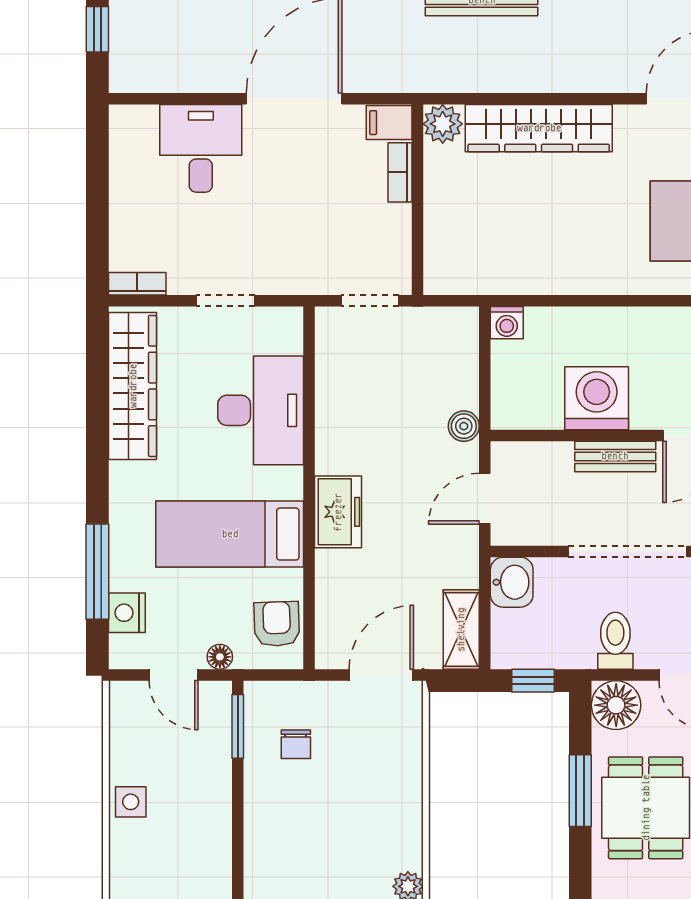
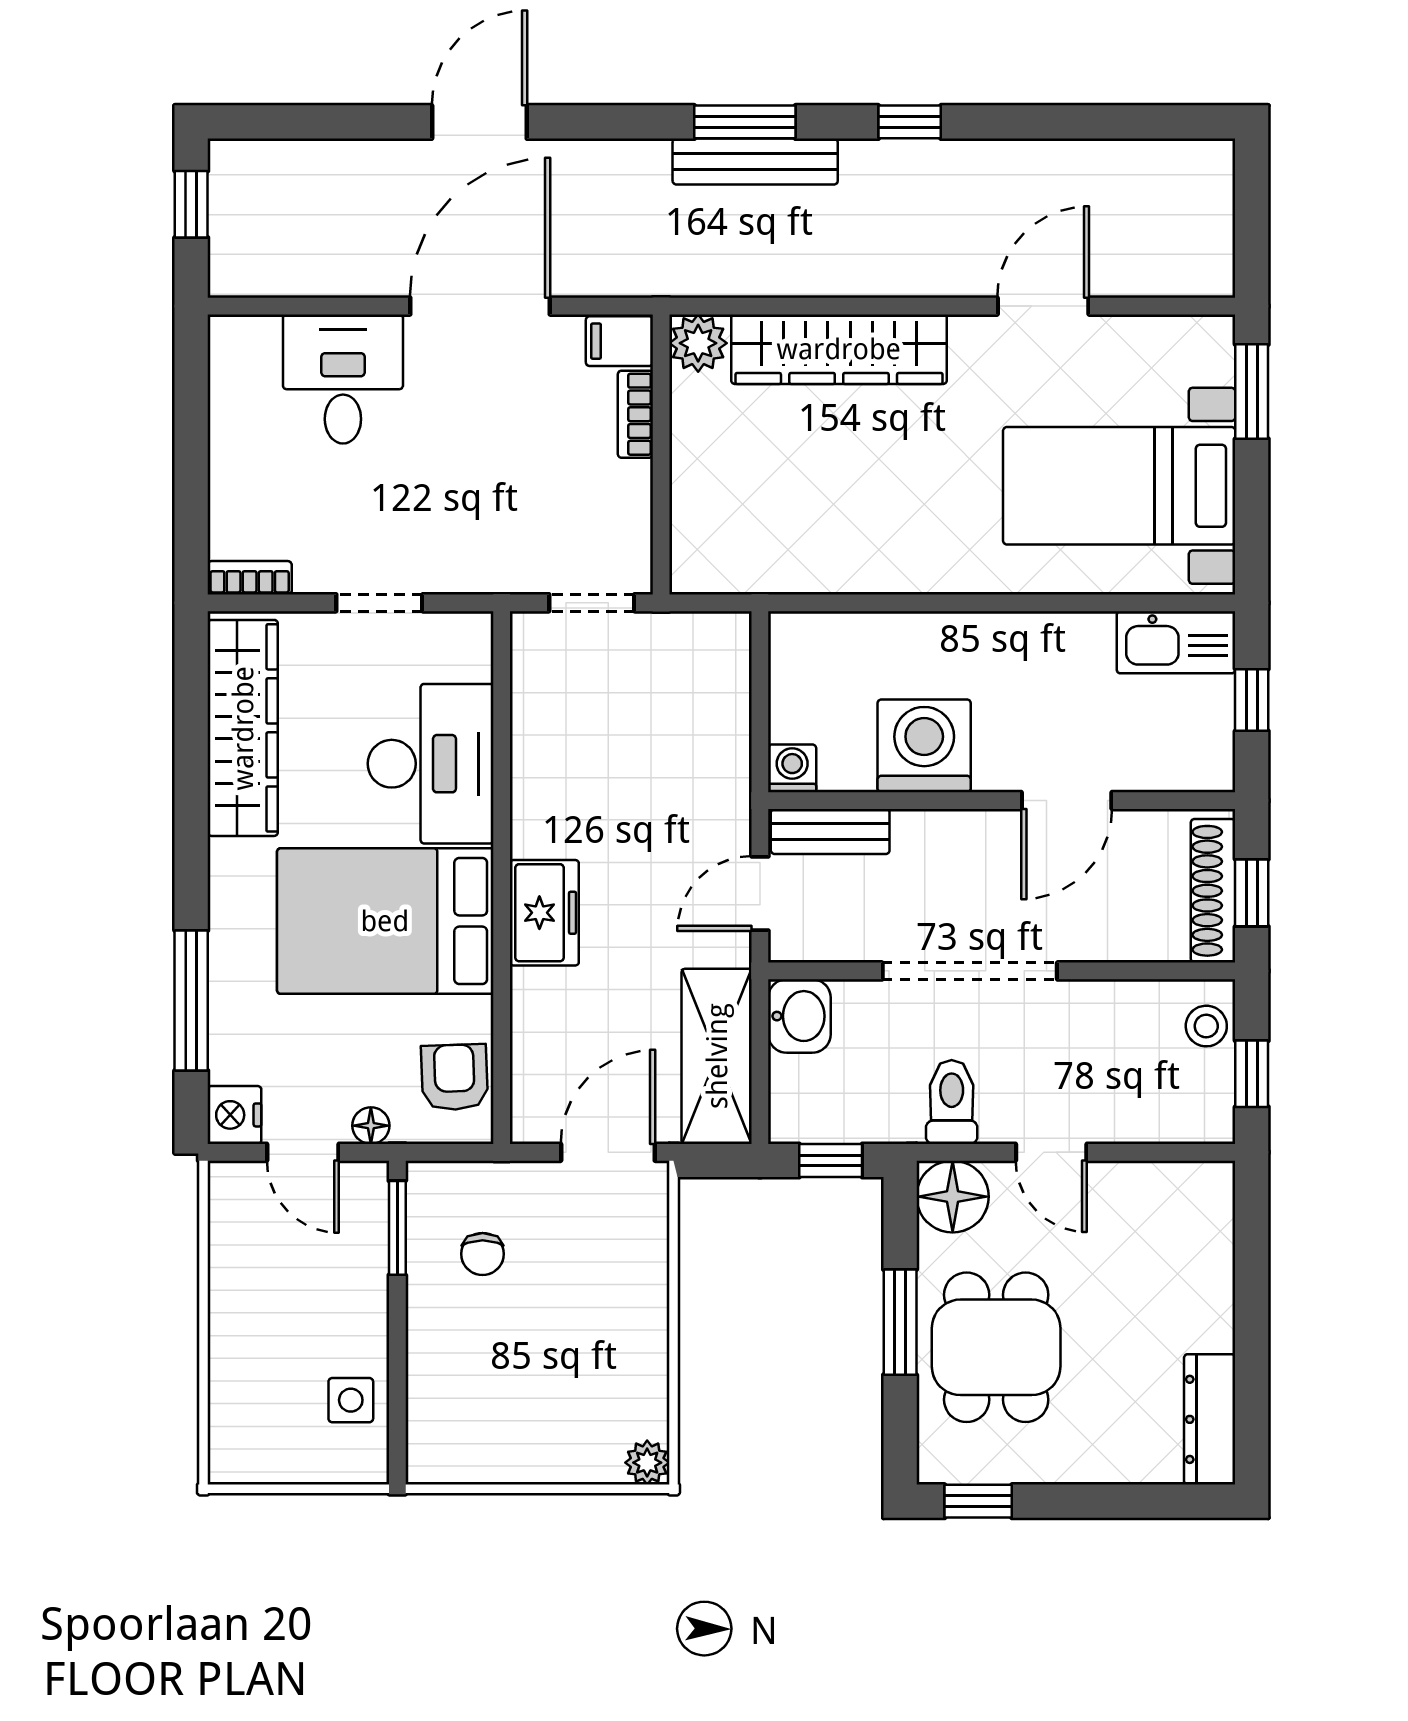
washing machine: (507, 323) -> (792, 768), moved, turned 180
boiler: (464, 426) -> (729, 787), removed
bench: (615, 456) -> (830, 831), moved
bed: (230, 534) -> (385, 921), width x1.50
nightstand: (127, 613) -> (234, 1115), moved
shelving: (461, 630) -> (717, 1056), width x1.50, depth x1.33
side table: (131, 802) -> (351, 1400), moved

